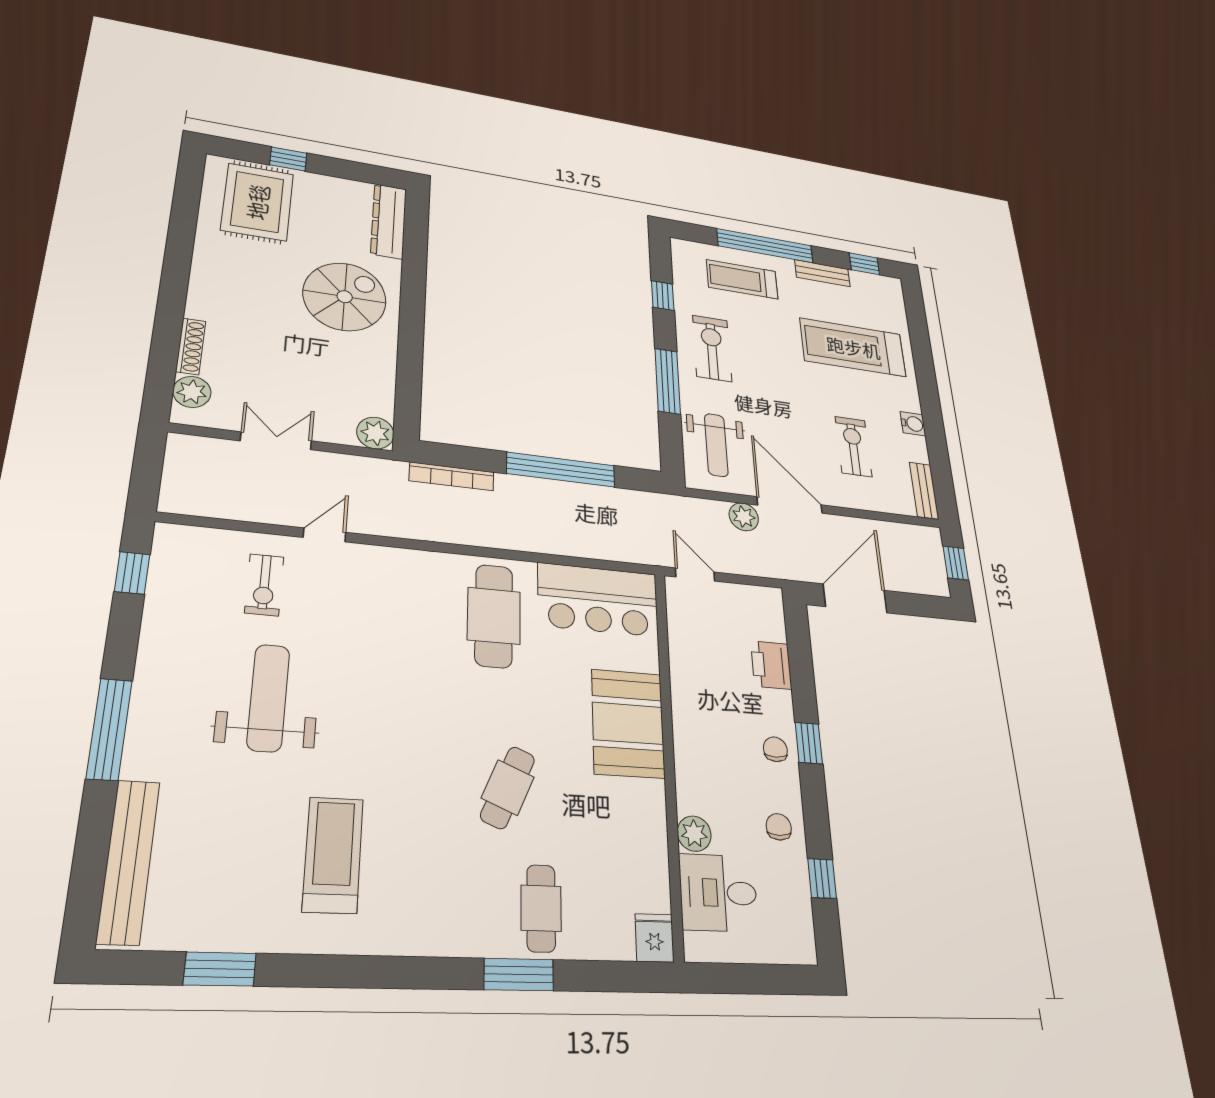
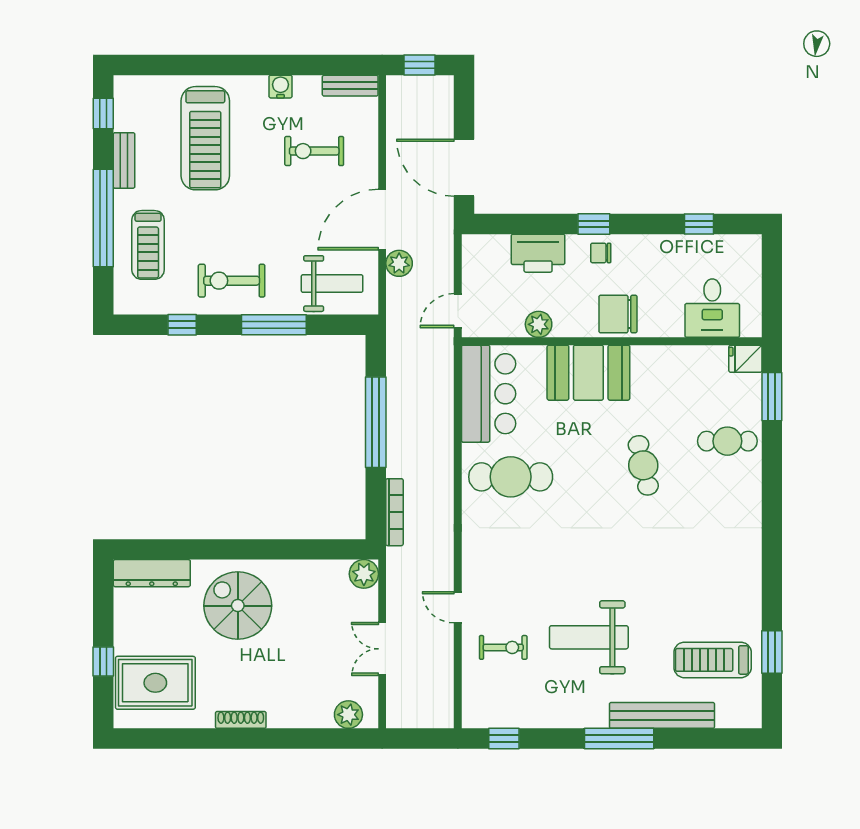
shoe rack: (191, 346) -> (241, 720), moved
printer: (771, 665) -> (538, 253), width x1.37, depth x1.19
cafe table: (508, 788) -> (643, 465), turned 54
chair: (779, 827) -> (618, 314), moved, width x1.87, depth x1.87
plant: (694, 834) -> (539, 324), moved
treadmill: (333, 855) -> (713, 660), moved
bench: (128, 861) -> (662, 715), moved
window: (519, 975) -> (772, 397), moved

